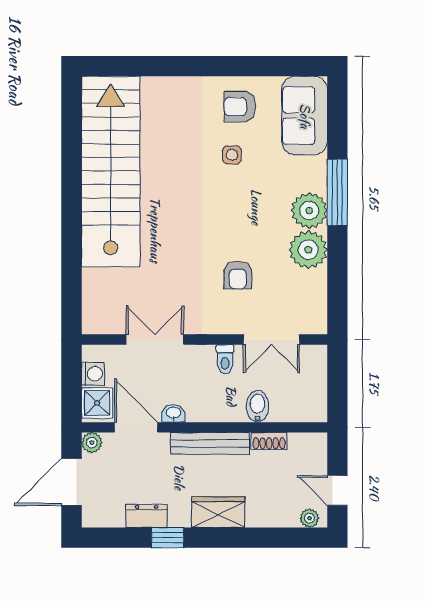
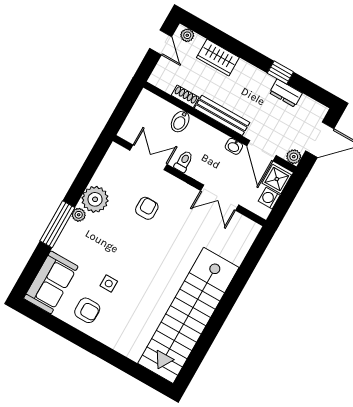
plant: (309, 211) -> (79, 215), width x0.53, depth x0.53
wardrobe: (218, 512) -> (218, 58), moved

